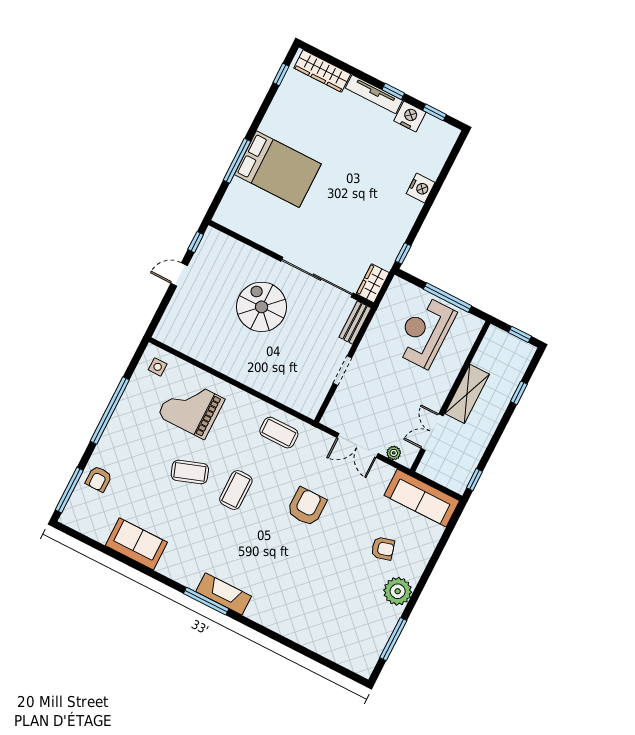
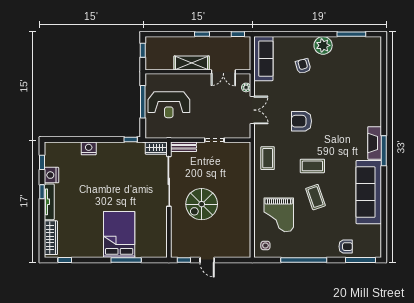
window: (519, 393) -> (202, 34), moved
sofa: (136, 544) -> (369, 192), width x1.85, depth x1.27

